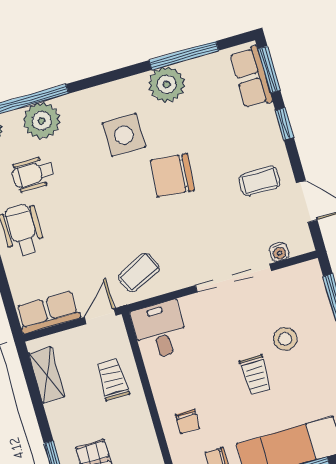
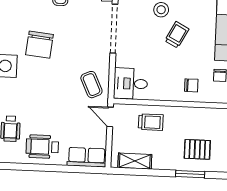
row of seats: (48, 312) -> (87, 157), moved, turned 90
trolley: (256, 375) -> (177, 35), turned -62
trolley: (113, 379) -> (151, 122), turned 180

